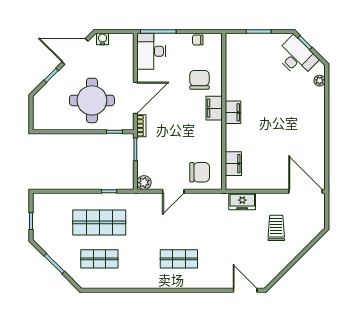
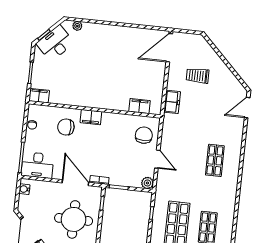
water cooler: (103, 39) -> (24, 189), moved
filing cabinet: (233, 112) -> (39, 96), moved

